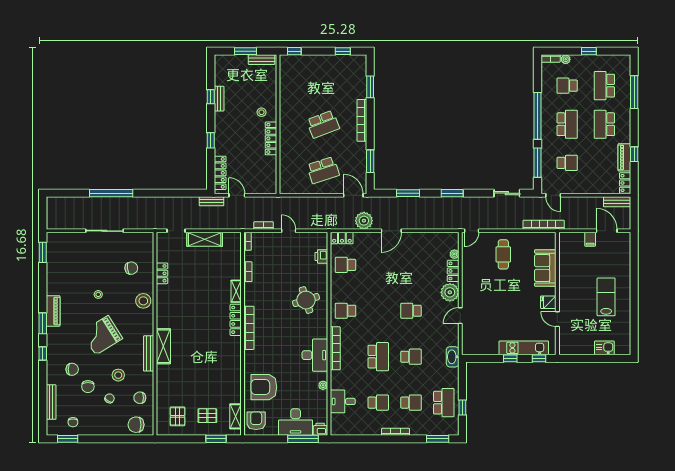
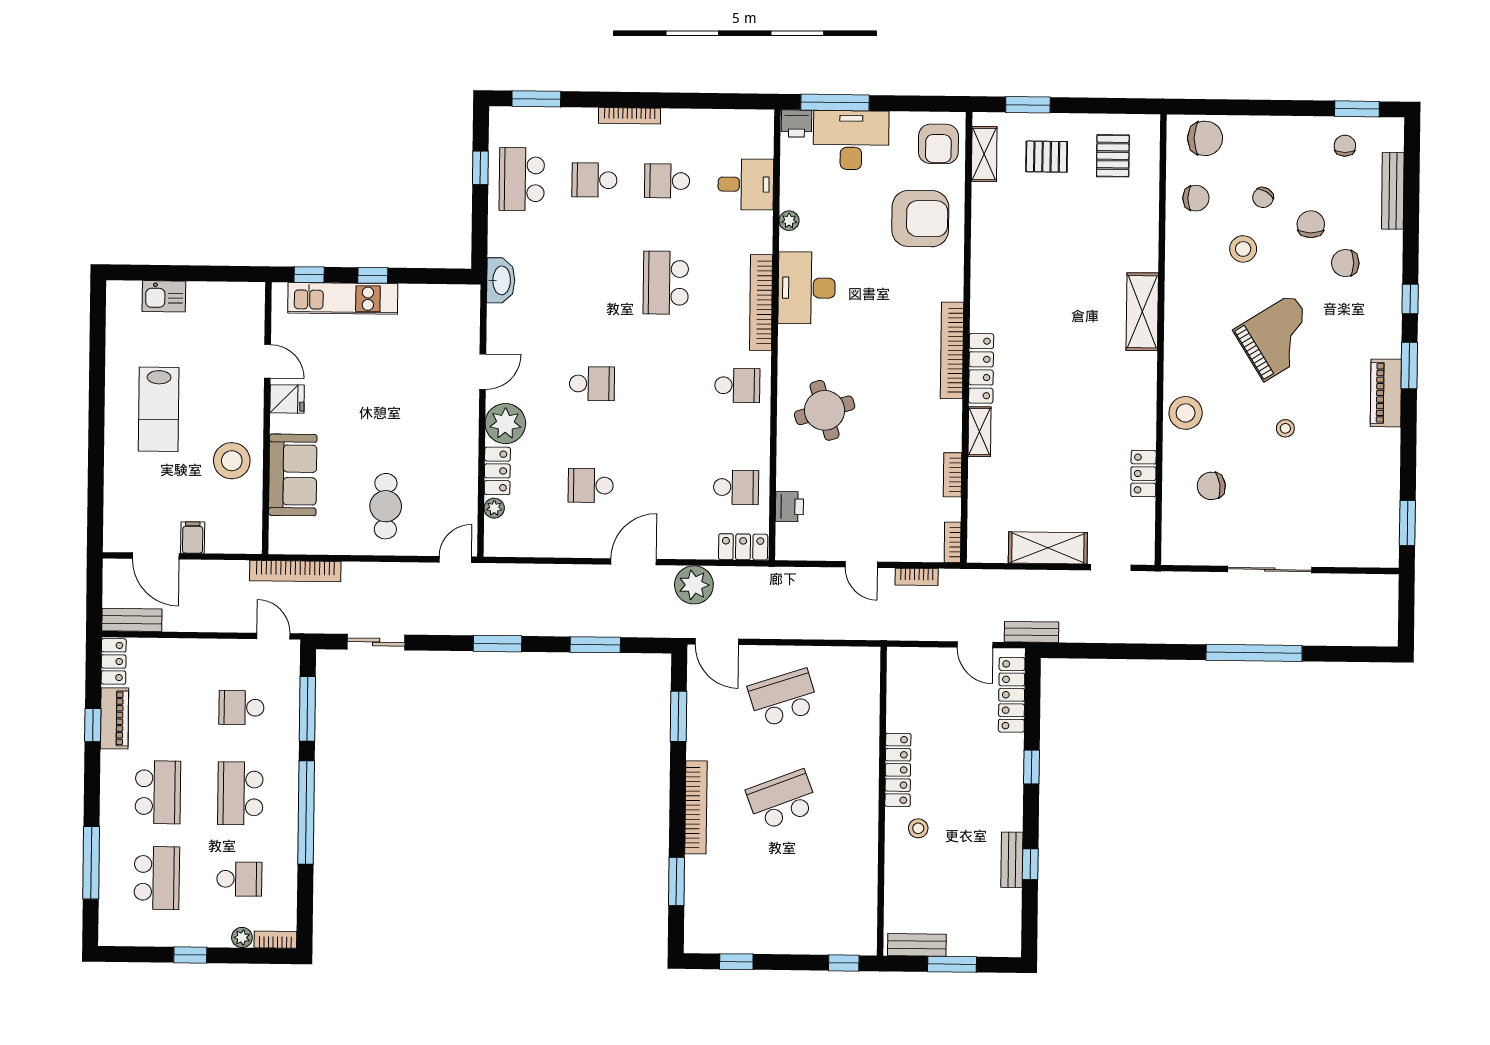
stool: (573, 274) -> (232, 461), added
bench: (149, 353) -> (1175, 296), removed
school desk: (411, 357) -> (591, 485), moved

